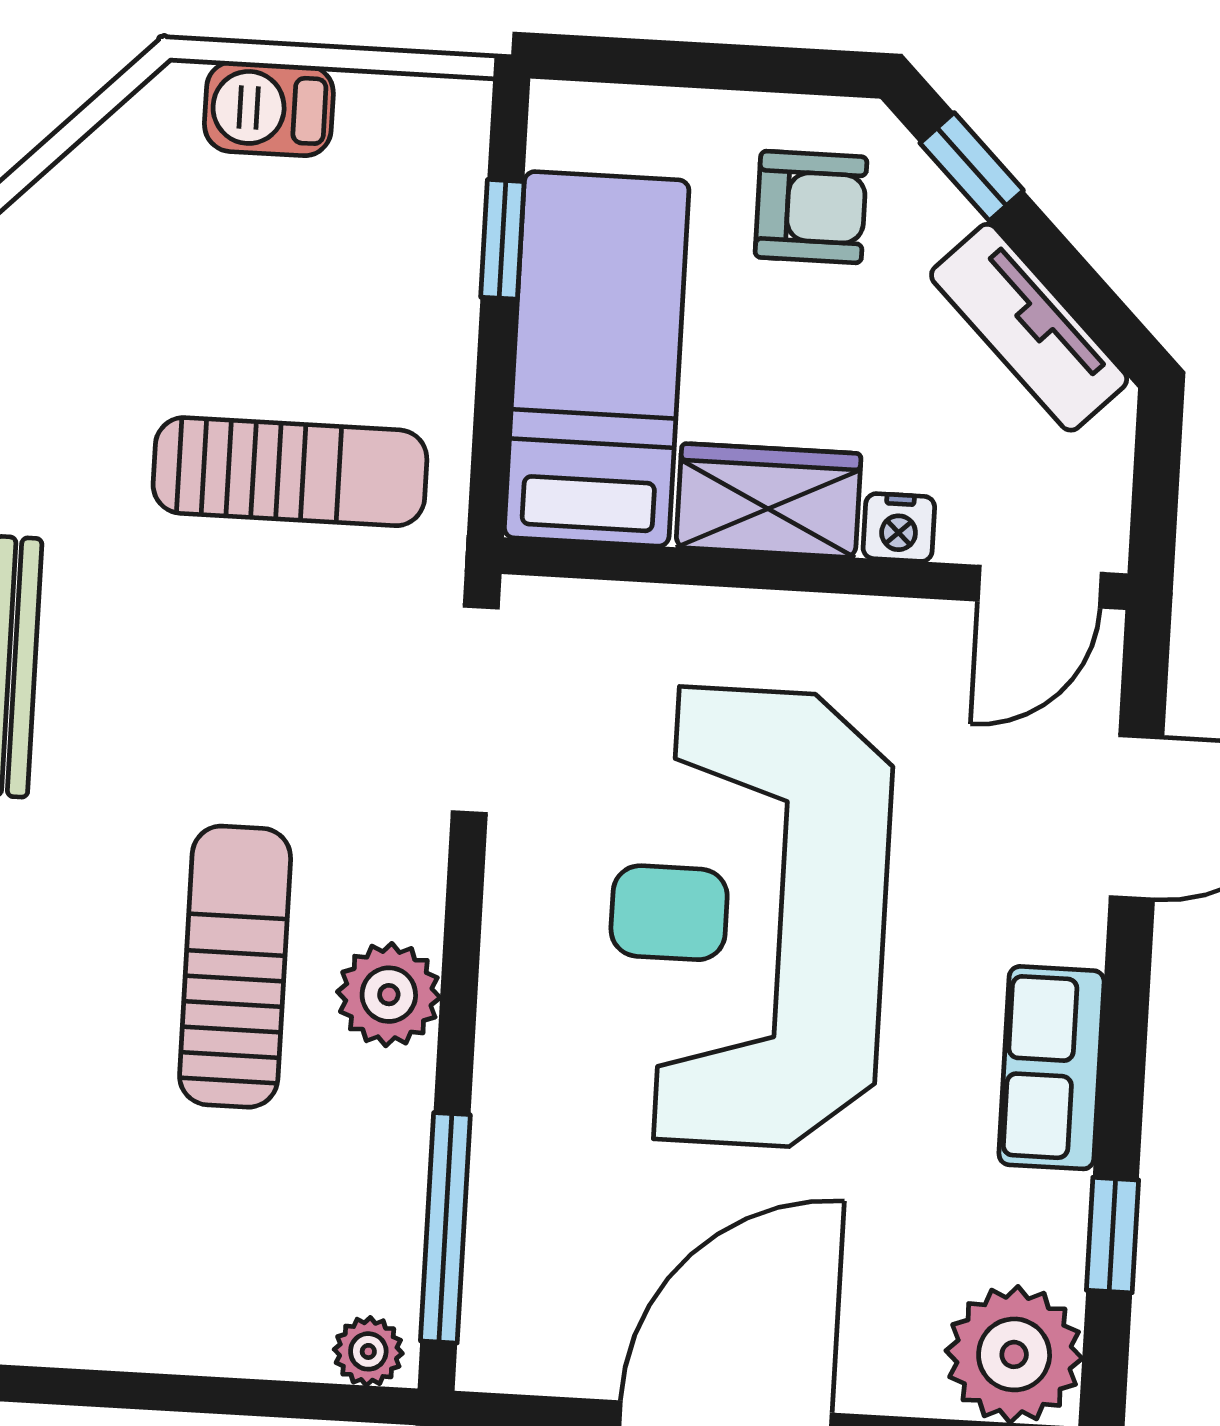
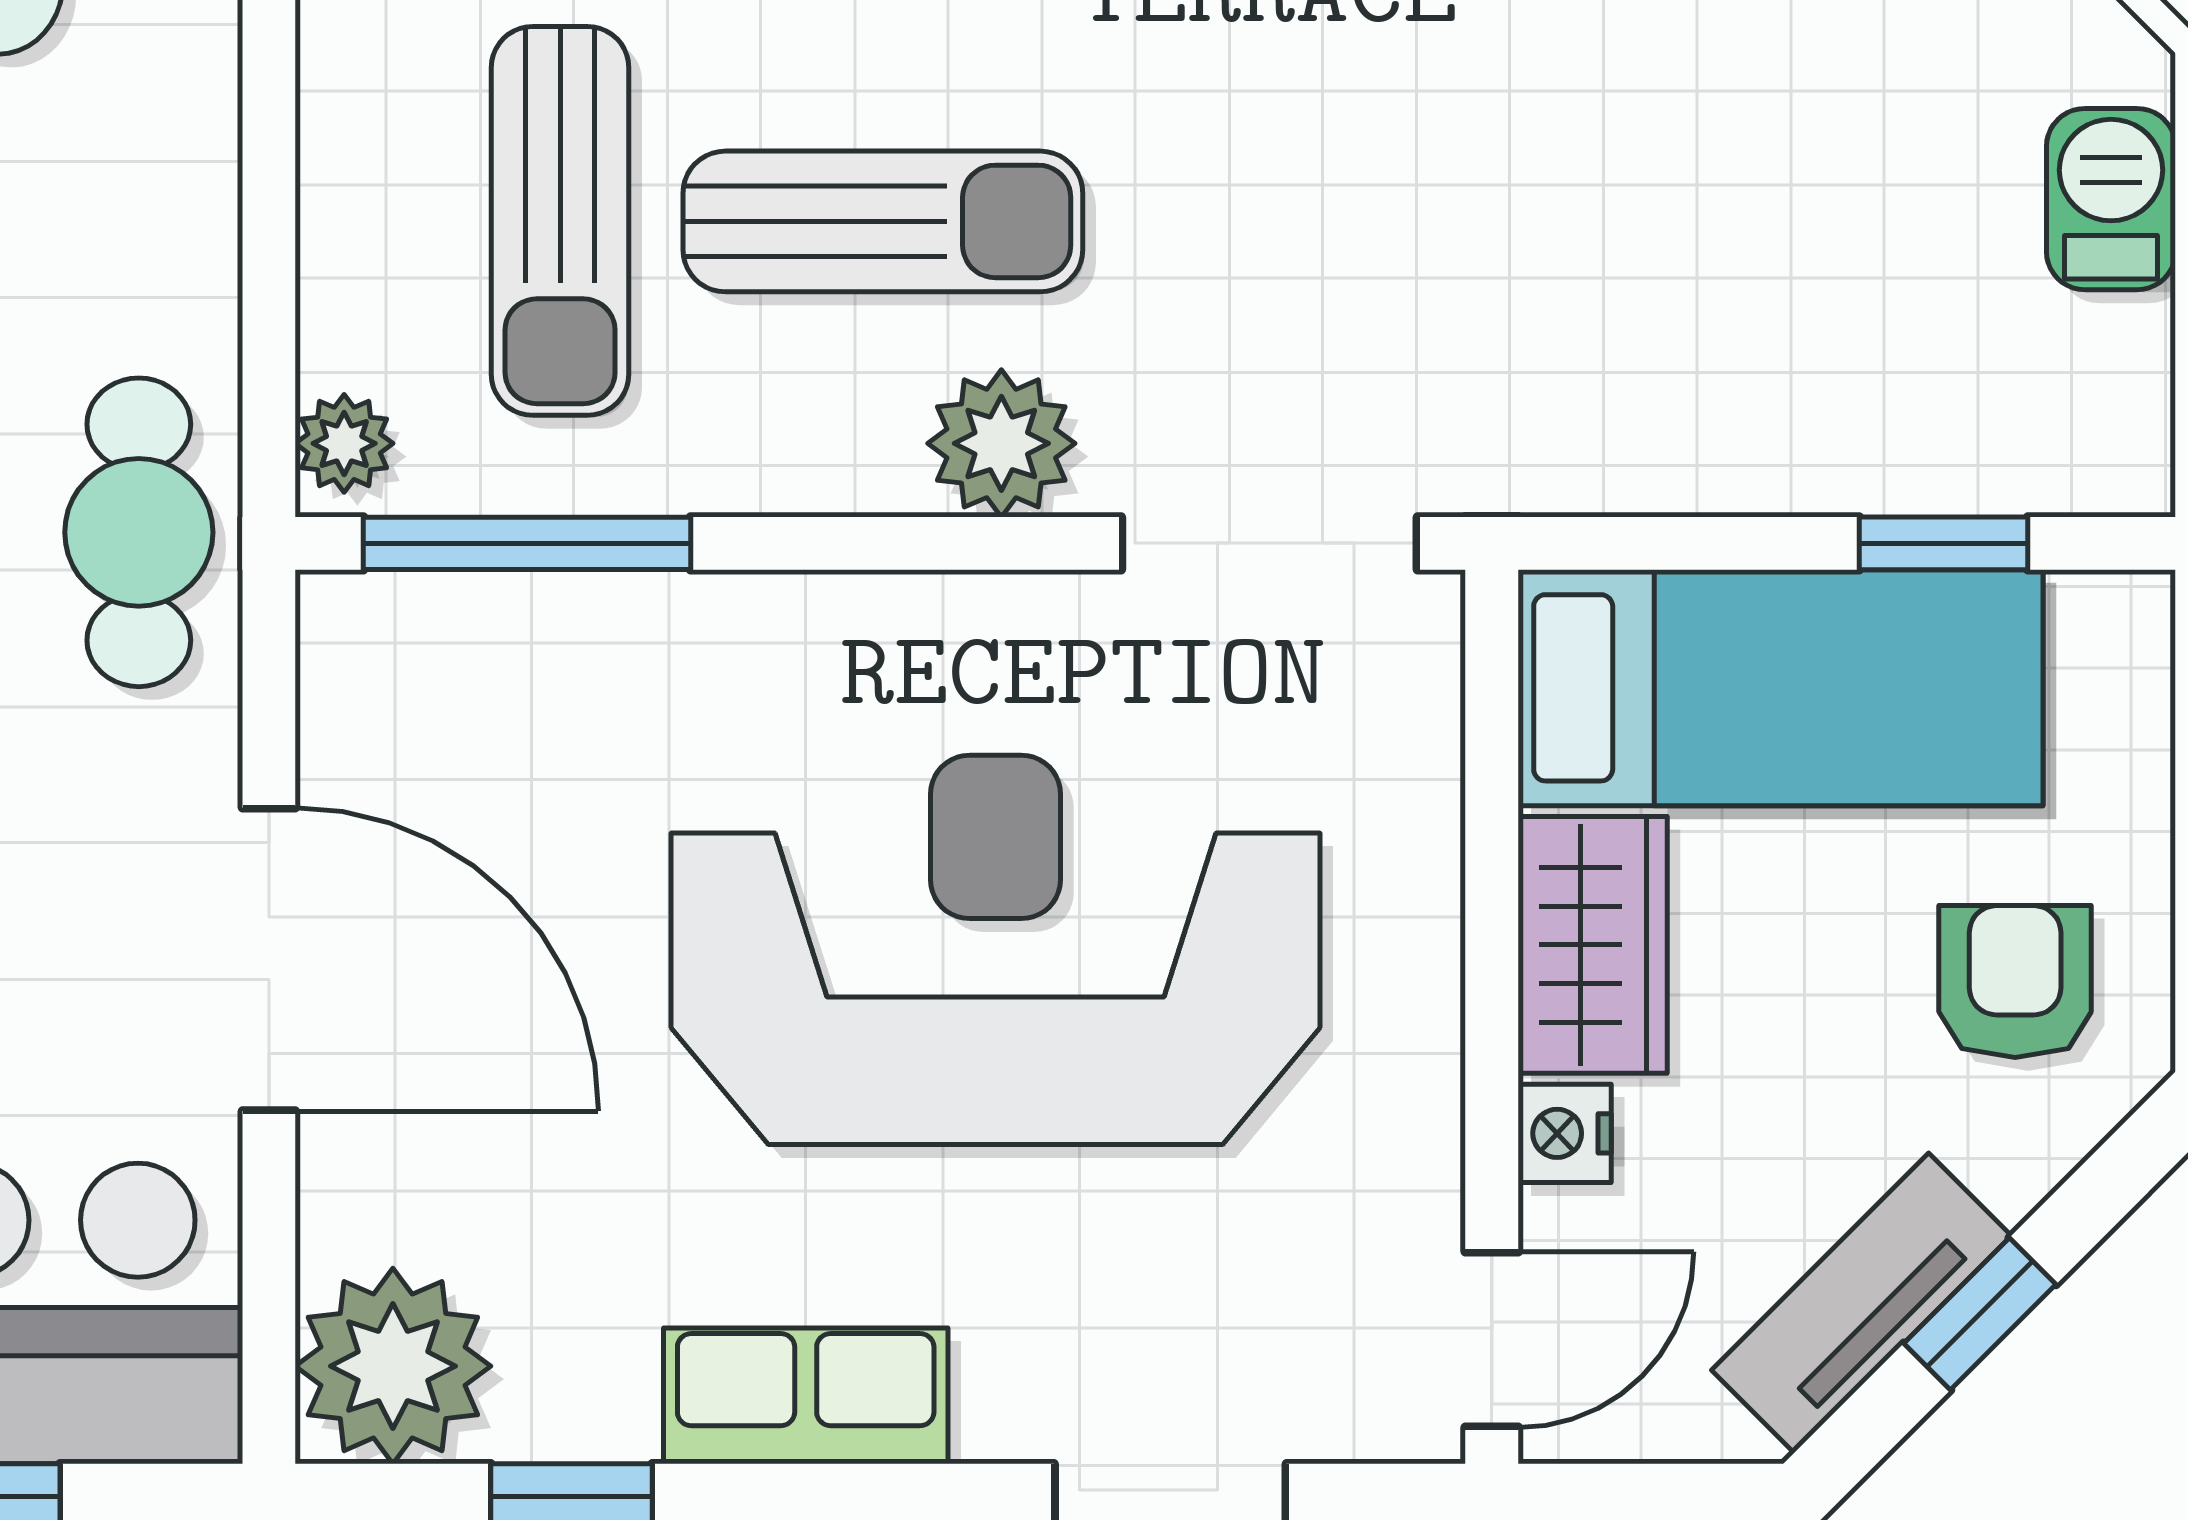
window: (972, 167) -> (1980, 1314), moved
armchair: (811, 207) -> (2015, 982), turned 180
sun lounger: (290, 472) -> (560, 221), moved
door: (1040, 587) -> (1492, 1340), swing flipped
plant: (389, 995) -> (1001, 443), moved

